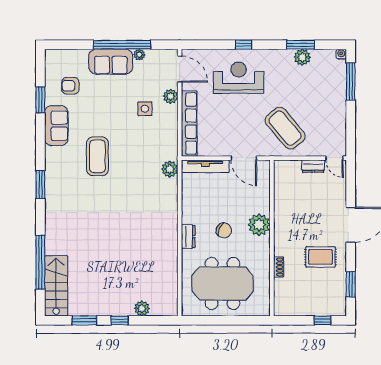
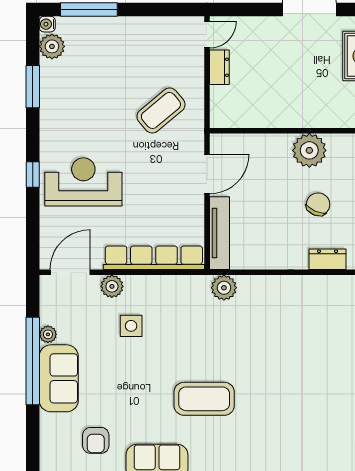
plant: (302, 57) -> (52, 46), moved
reception desk: (239, 78) -> (83, 182), turned 90
coffee table: (285, 128) -> (161, 110), width x0.73, depth x0.76

